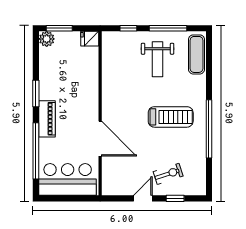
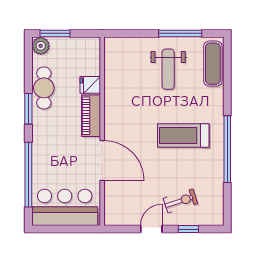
window: (128, 28) -> (135, 33), removed
fridge: (90, 39) -> (90, 85), moved
cafe table: (49, 76) -> (44, 88), added
treadmill: (171, 117) -> (183, 135), turned 180
piano: (47, 119) -> (91, 116), moved, turned 180

